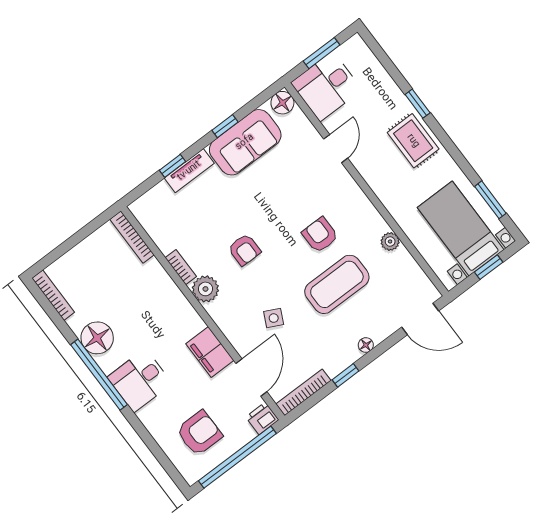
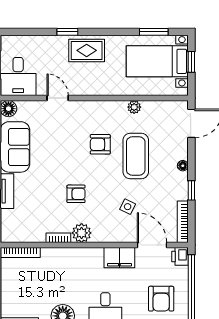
armchair: (199, 433) -> (161, 299), turned 180

